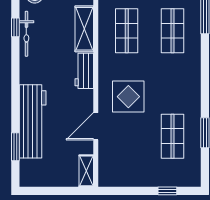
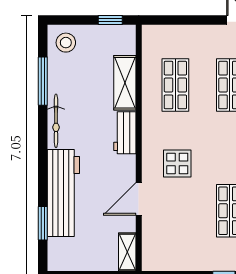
window: (15, 27) -> (43, 81), width x2.17
bicycle: (26, 34) -> (56, 121), moved
display table: (128, 97) -> (177, 163), width x0.73, depth x0.73

